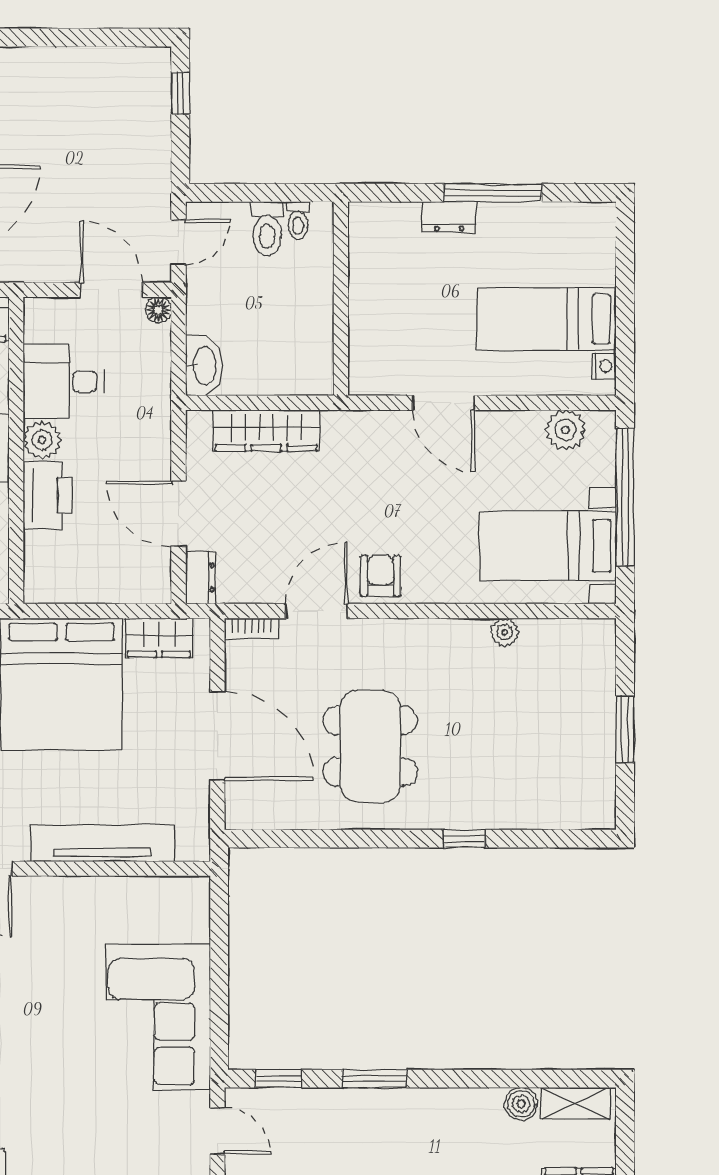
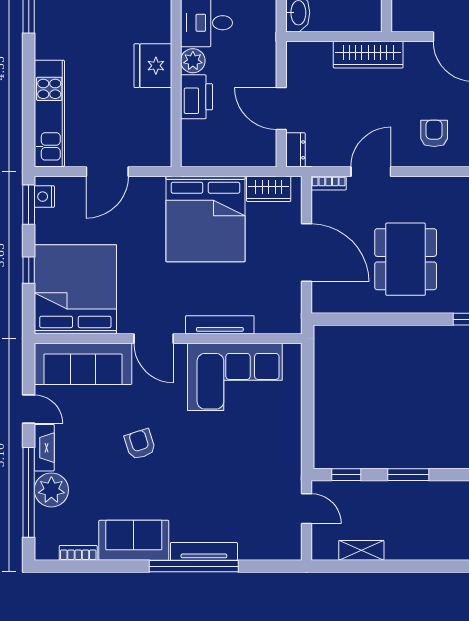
wardrobe: (266, 431) -> (368, 55), moved
armchair: (380, 576) -> (434, 133), moved
tv unit: (103, 843) -> (220, 325), width x0.73, depth x0.78
corner sofa: (158, 1017) -> (235, 377), moved, turned -90

